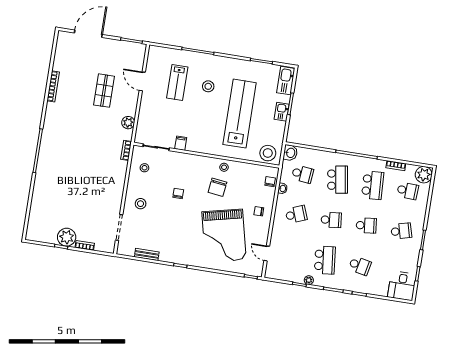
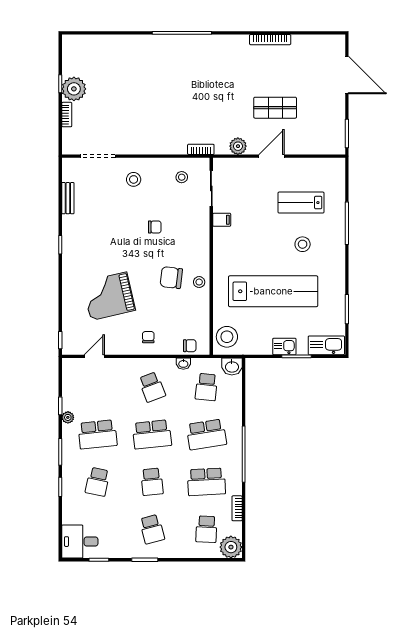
door: (142, 81) -> (271, 156), moved
school desk: (331, 220) -> (152, 434), width x1.85
grand piano: (224, 236) -> (109, 296), width x0.73, depth x0.68

